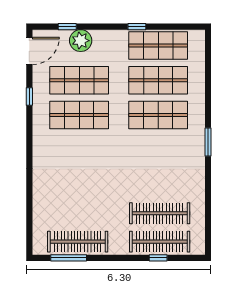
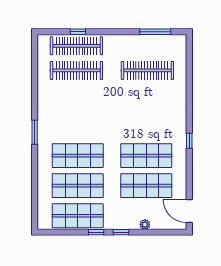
window: (67, 27) -> (121, 232), moved
plant: (81, 41) -> (145, 224), width x0.53, depth x0.53
door: (29, 51) -> (189, 211), hinge flipped
window: (29, 96) -> (189, 141), moved
clothes rail: (78, 242) -> (147, 70), moved

